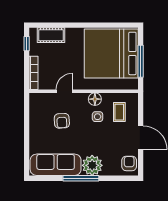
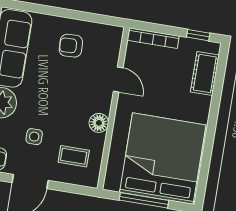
side table: (98, 117) -> (34, 137), moved
armchair: (62, 121) -> (71, 46), moved

